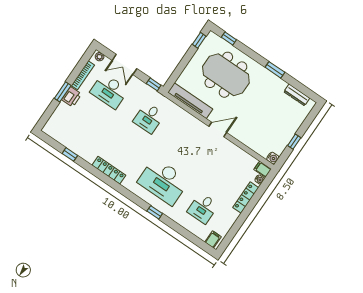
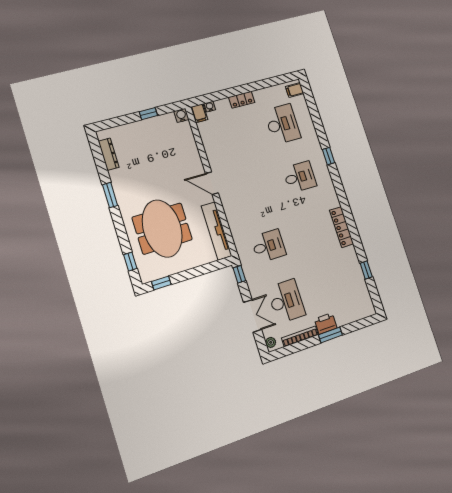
desk: (163, 181) -> (300, 177), width x0.53, depth x0.77
locker: (246, 198) -> (242, 100), width x0.66
desk: (203, 208) -> (282, 124), width x1.37

